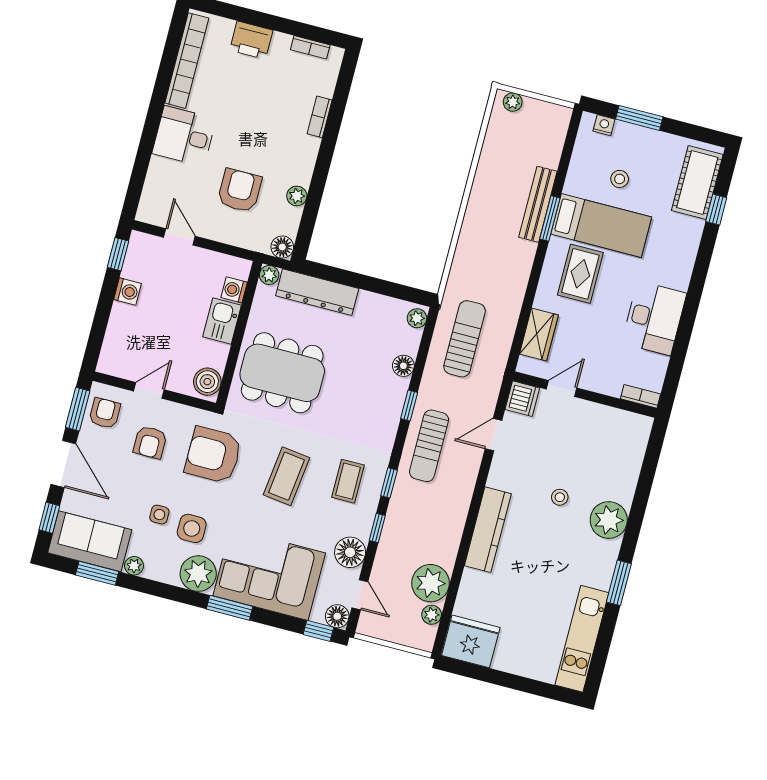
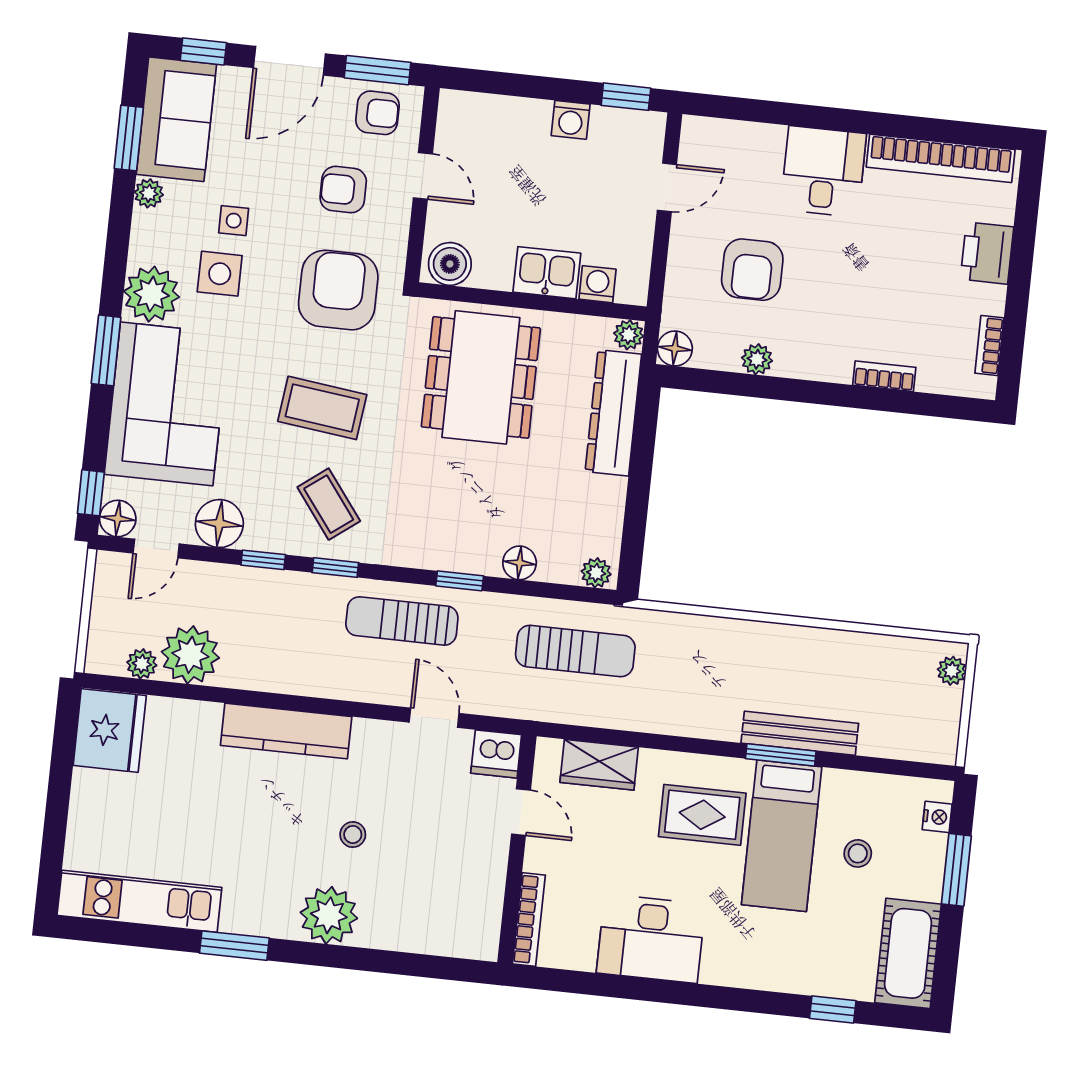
cot: (697, 182) -> (908, 953), moved, turned 90
armchair: (240, 190) -> (752, 270), turned 90
bookcase: (641, 396) -> (529, 919), width x1.56
coffee table: (348, 481) -> (329, 504), turned 53

